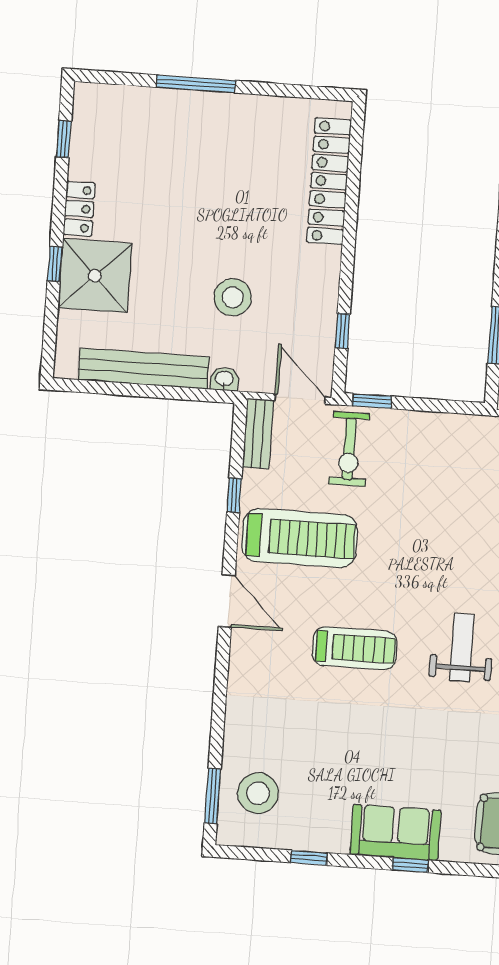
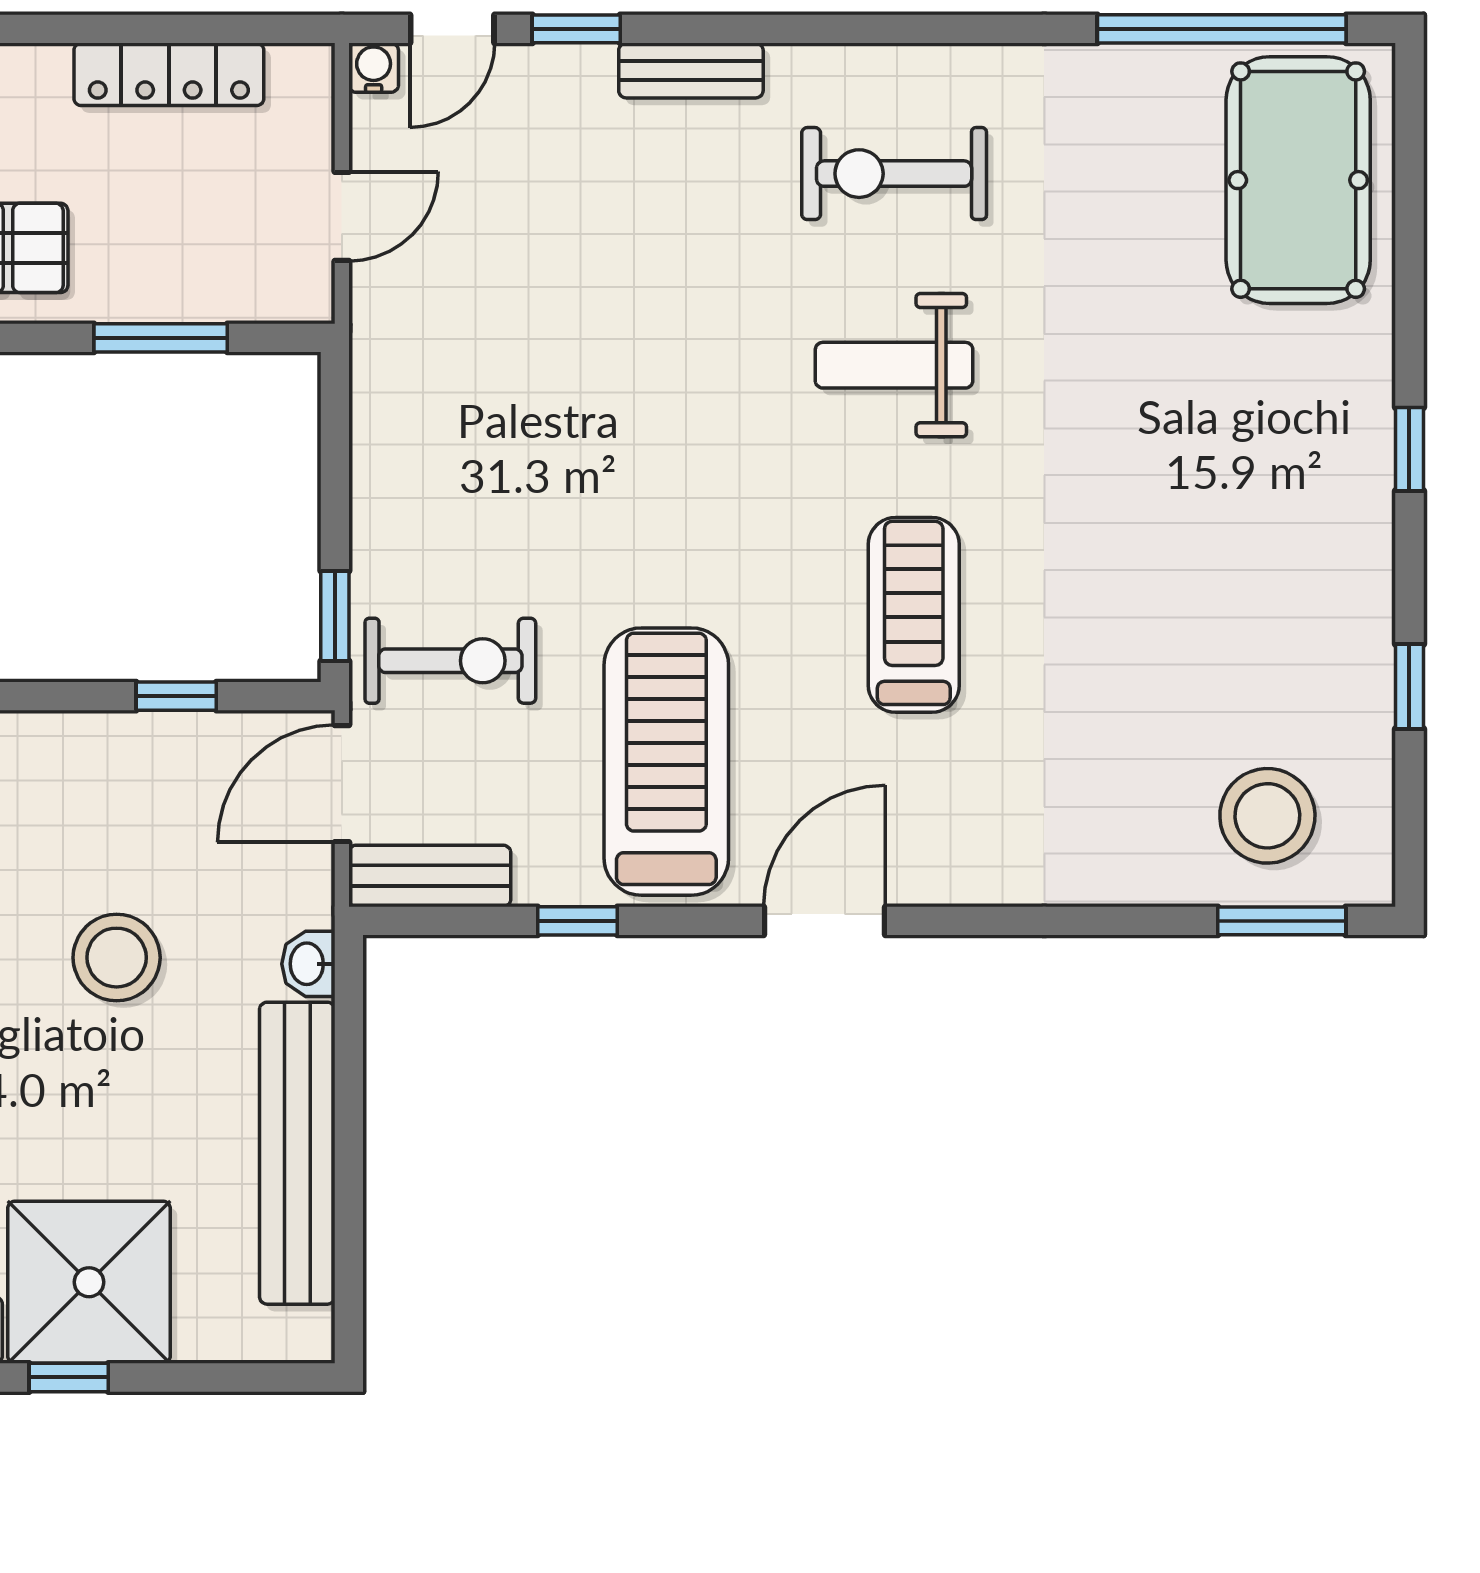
sofa: (395, 832) -> (1336, 489), removed

